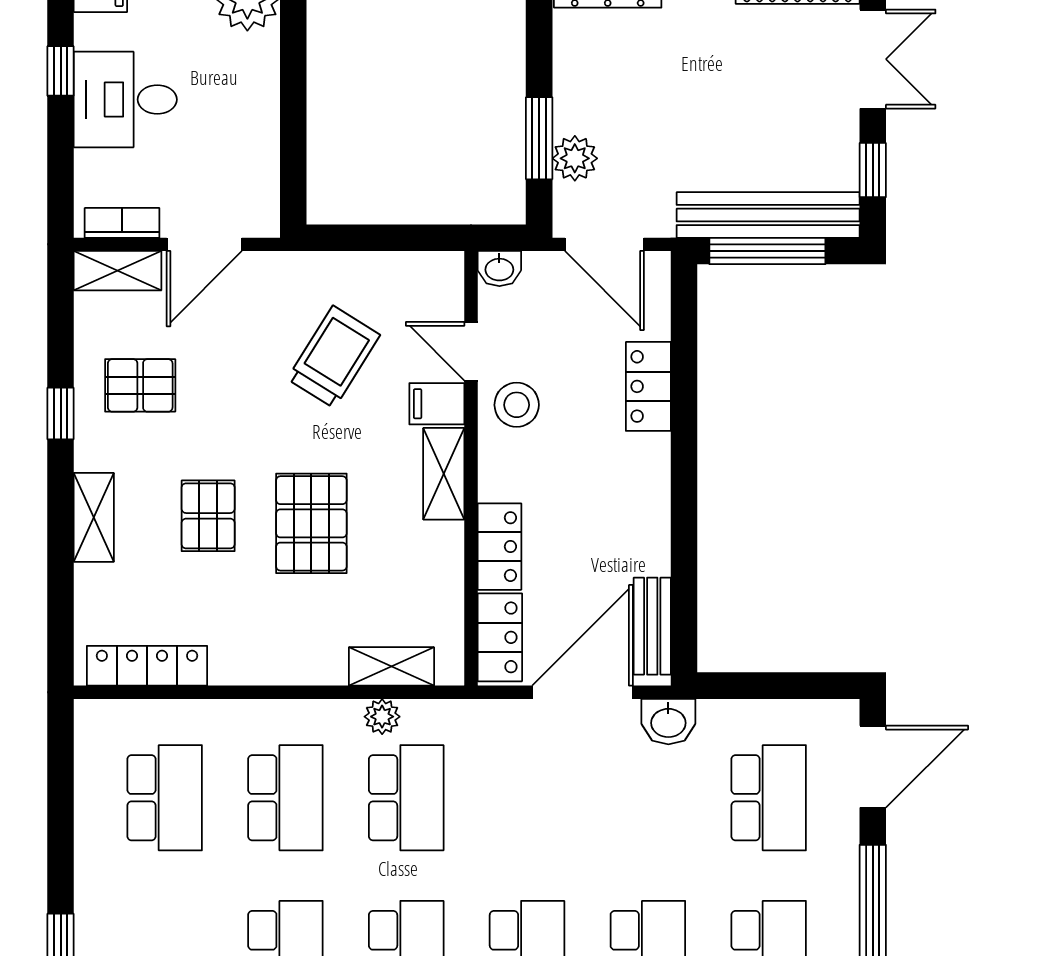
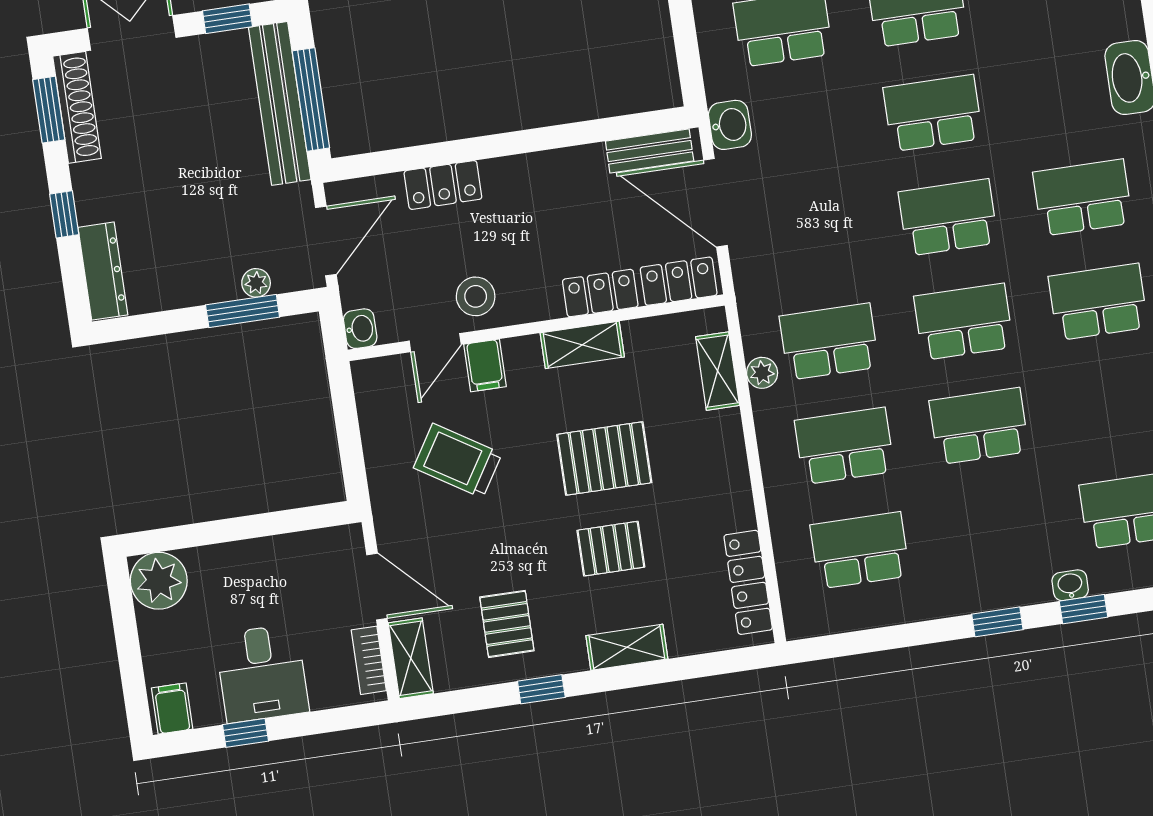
plant: (575, 158) -> (256, 283), width x0.73, depth x0.73
shelving: (444, 474) -> (582, 345), moved

